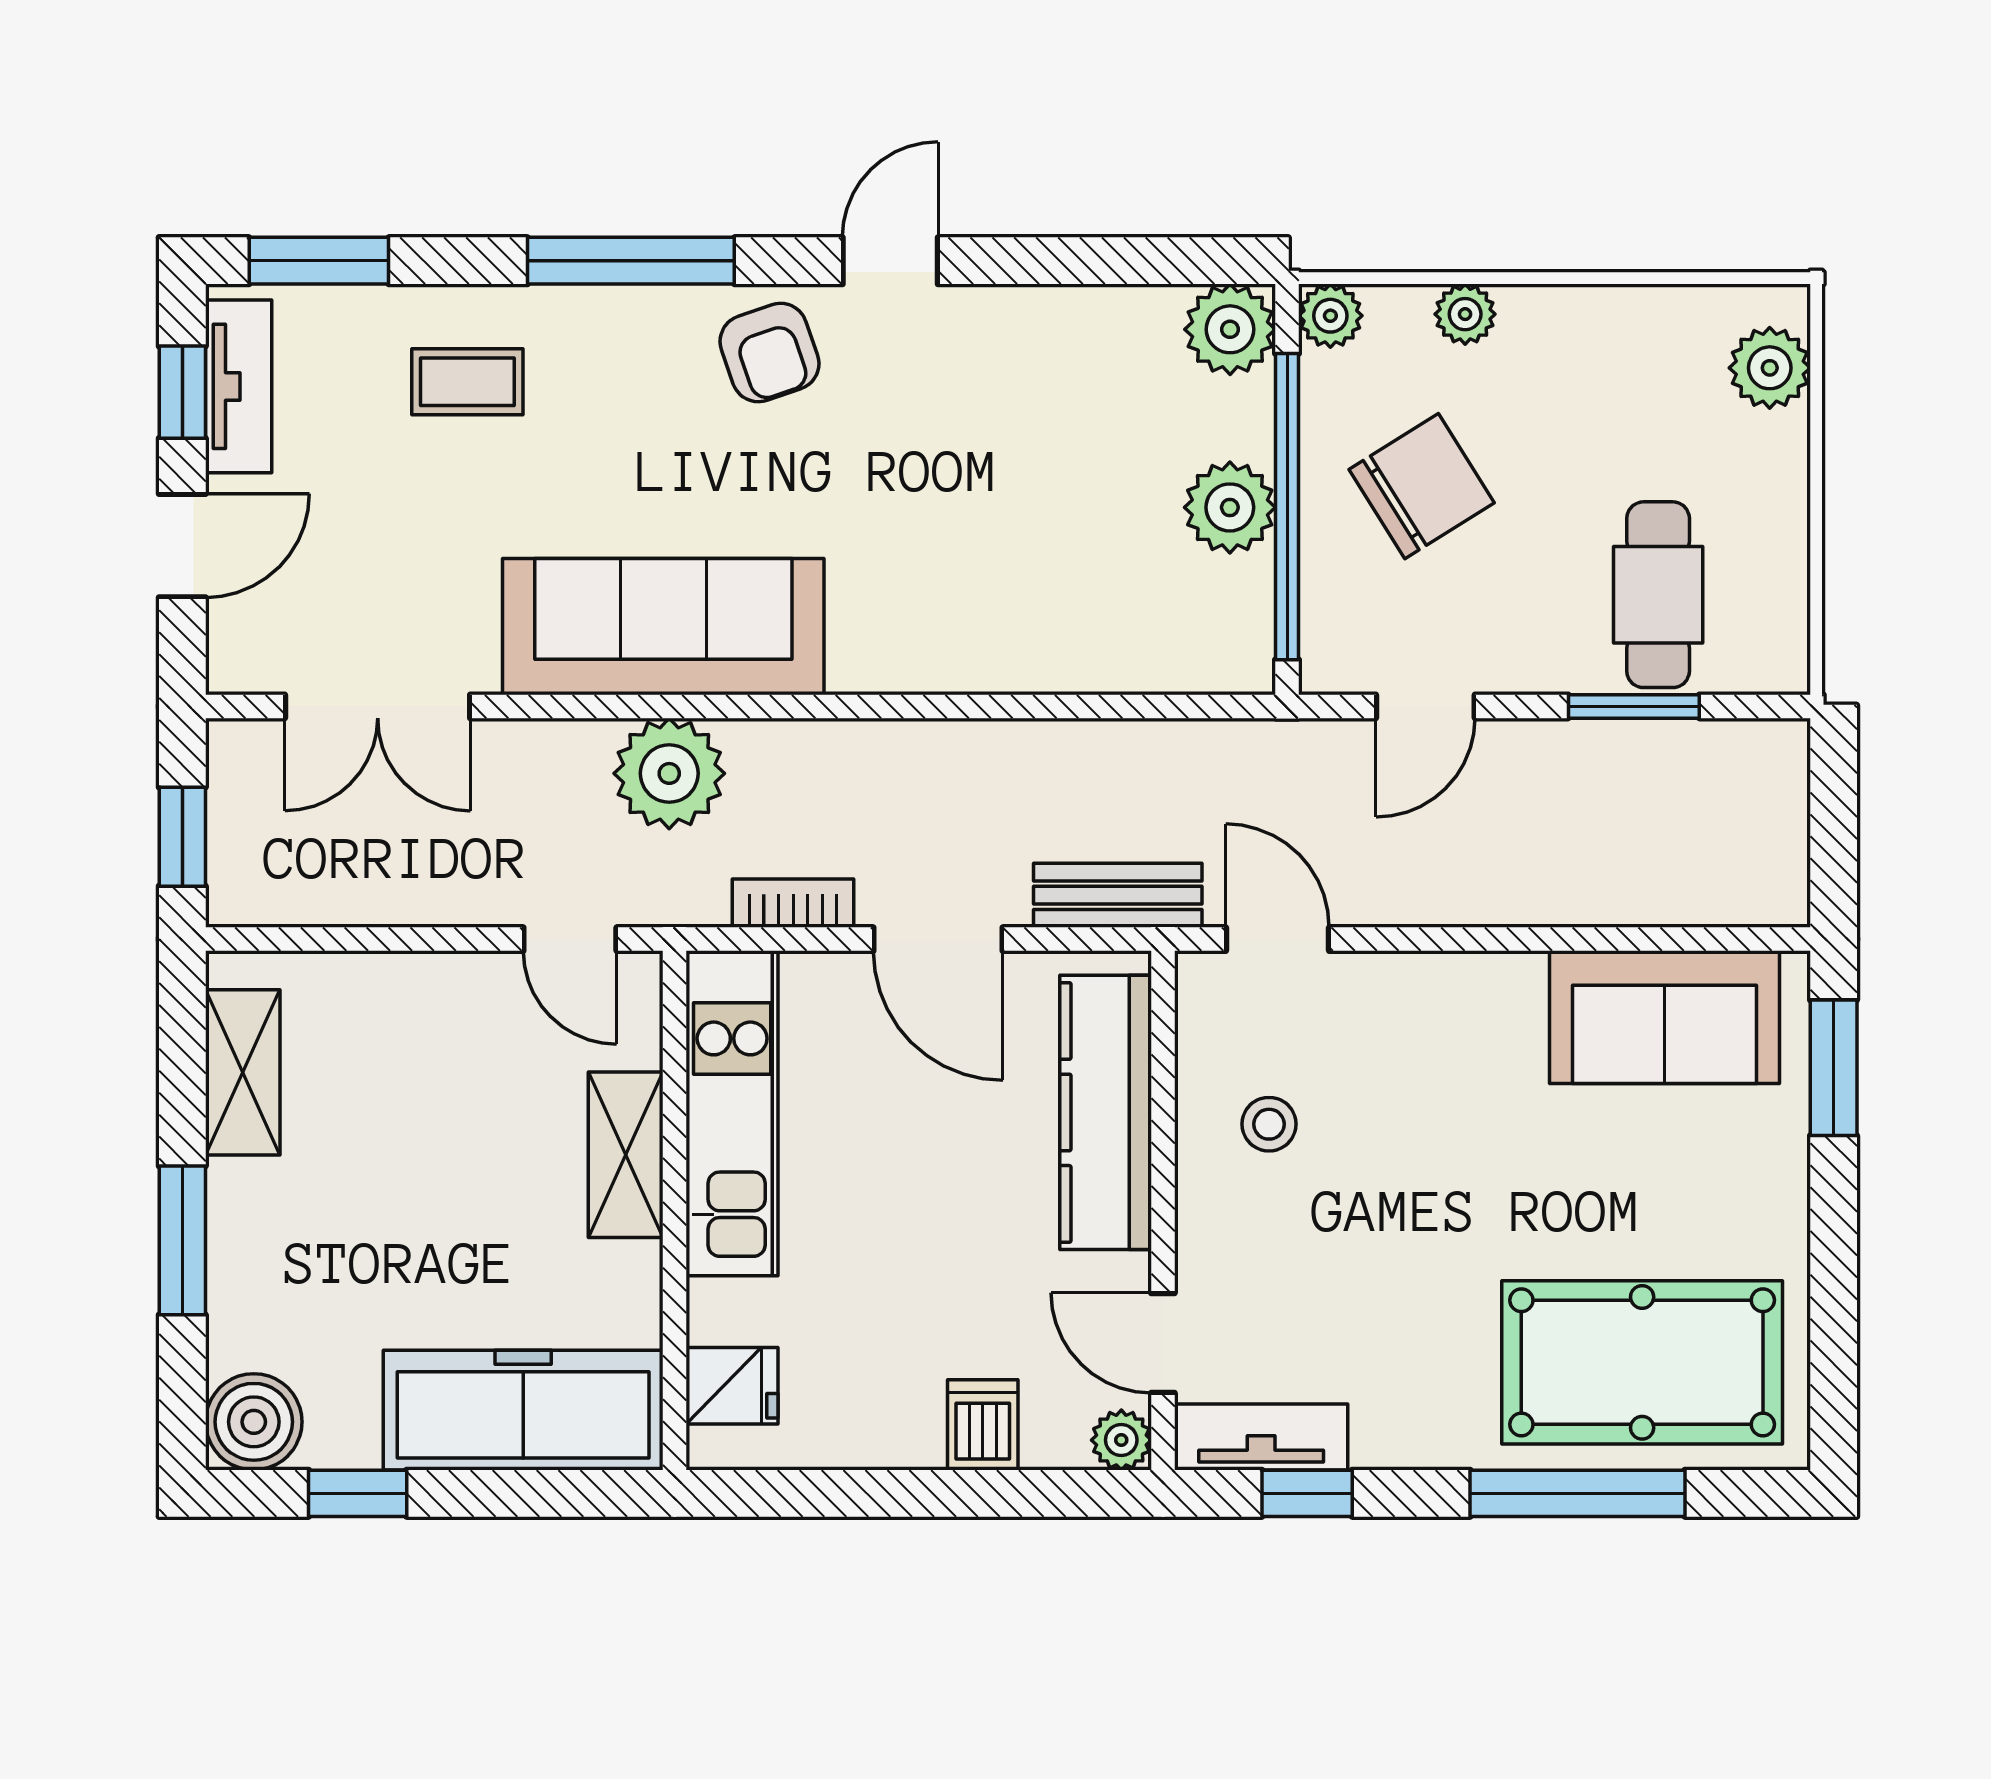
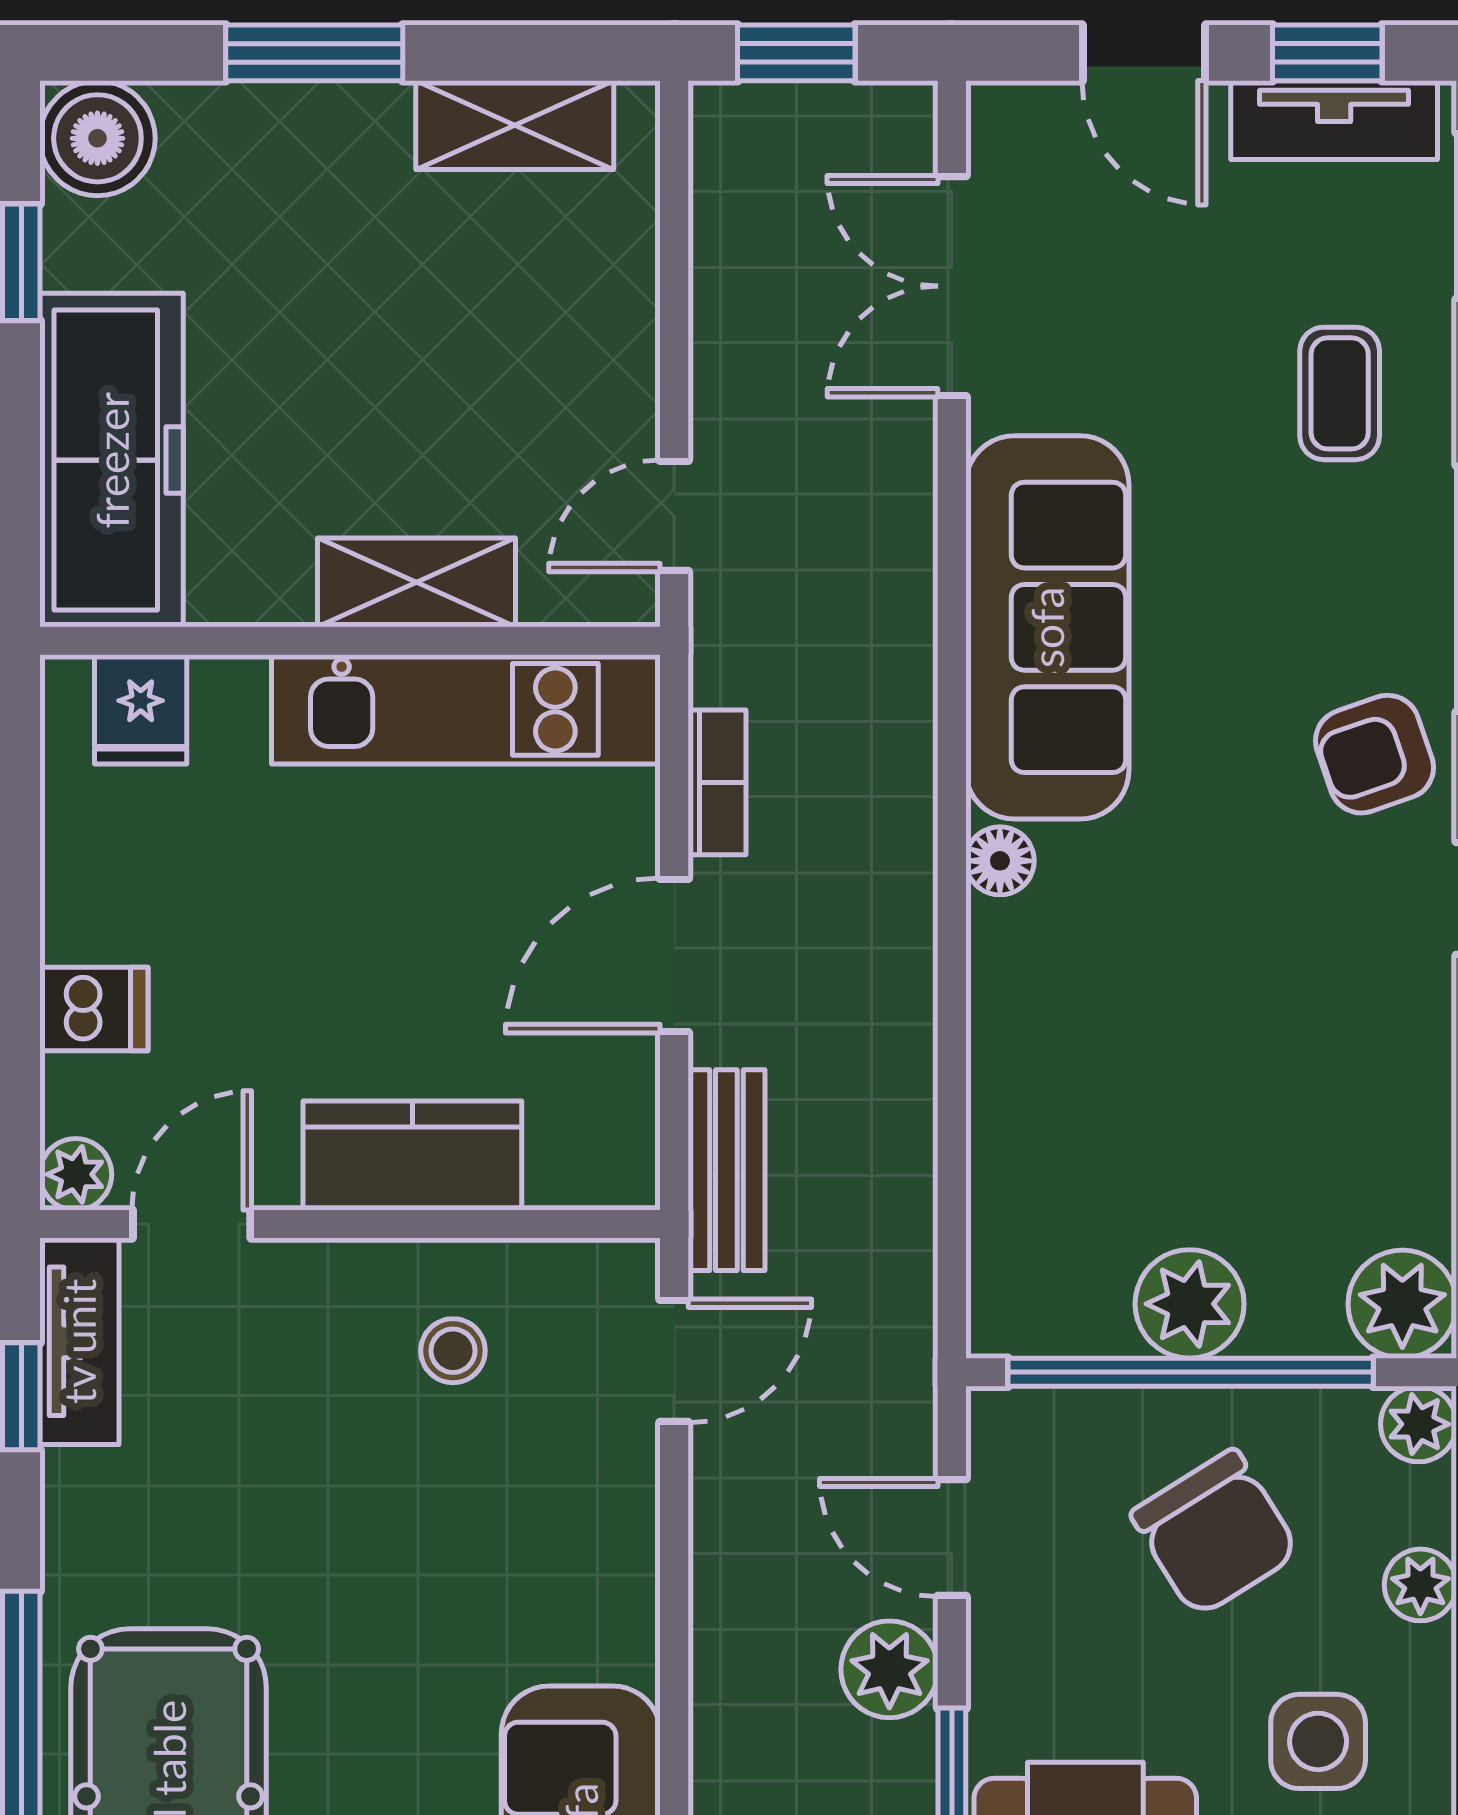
side table: (1596, 400) -> (1318, 1741), added
floor lamp: (859, 666) -> (1000, 861), added
plant: (669, 773) -> (889, 1669), moved, width x0.73, depth x0.73
kitchen counter: (1106, 1112) -> (412, 1156), width x0.67

